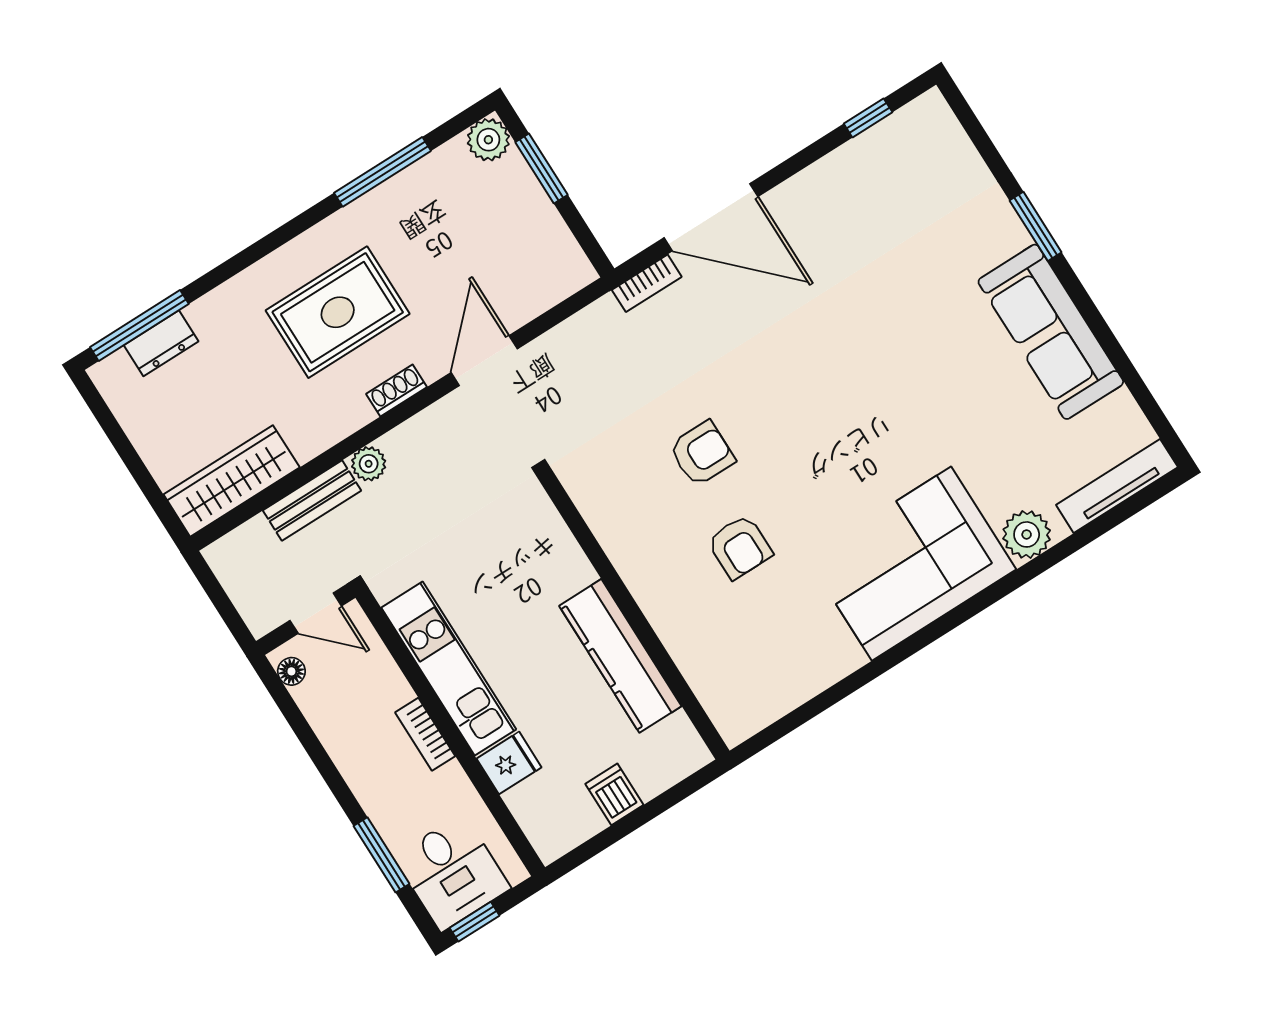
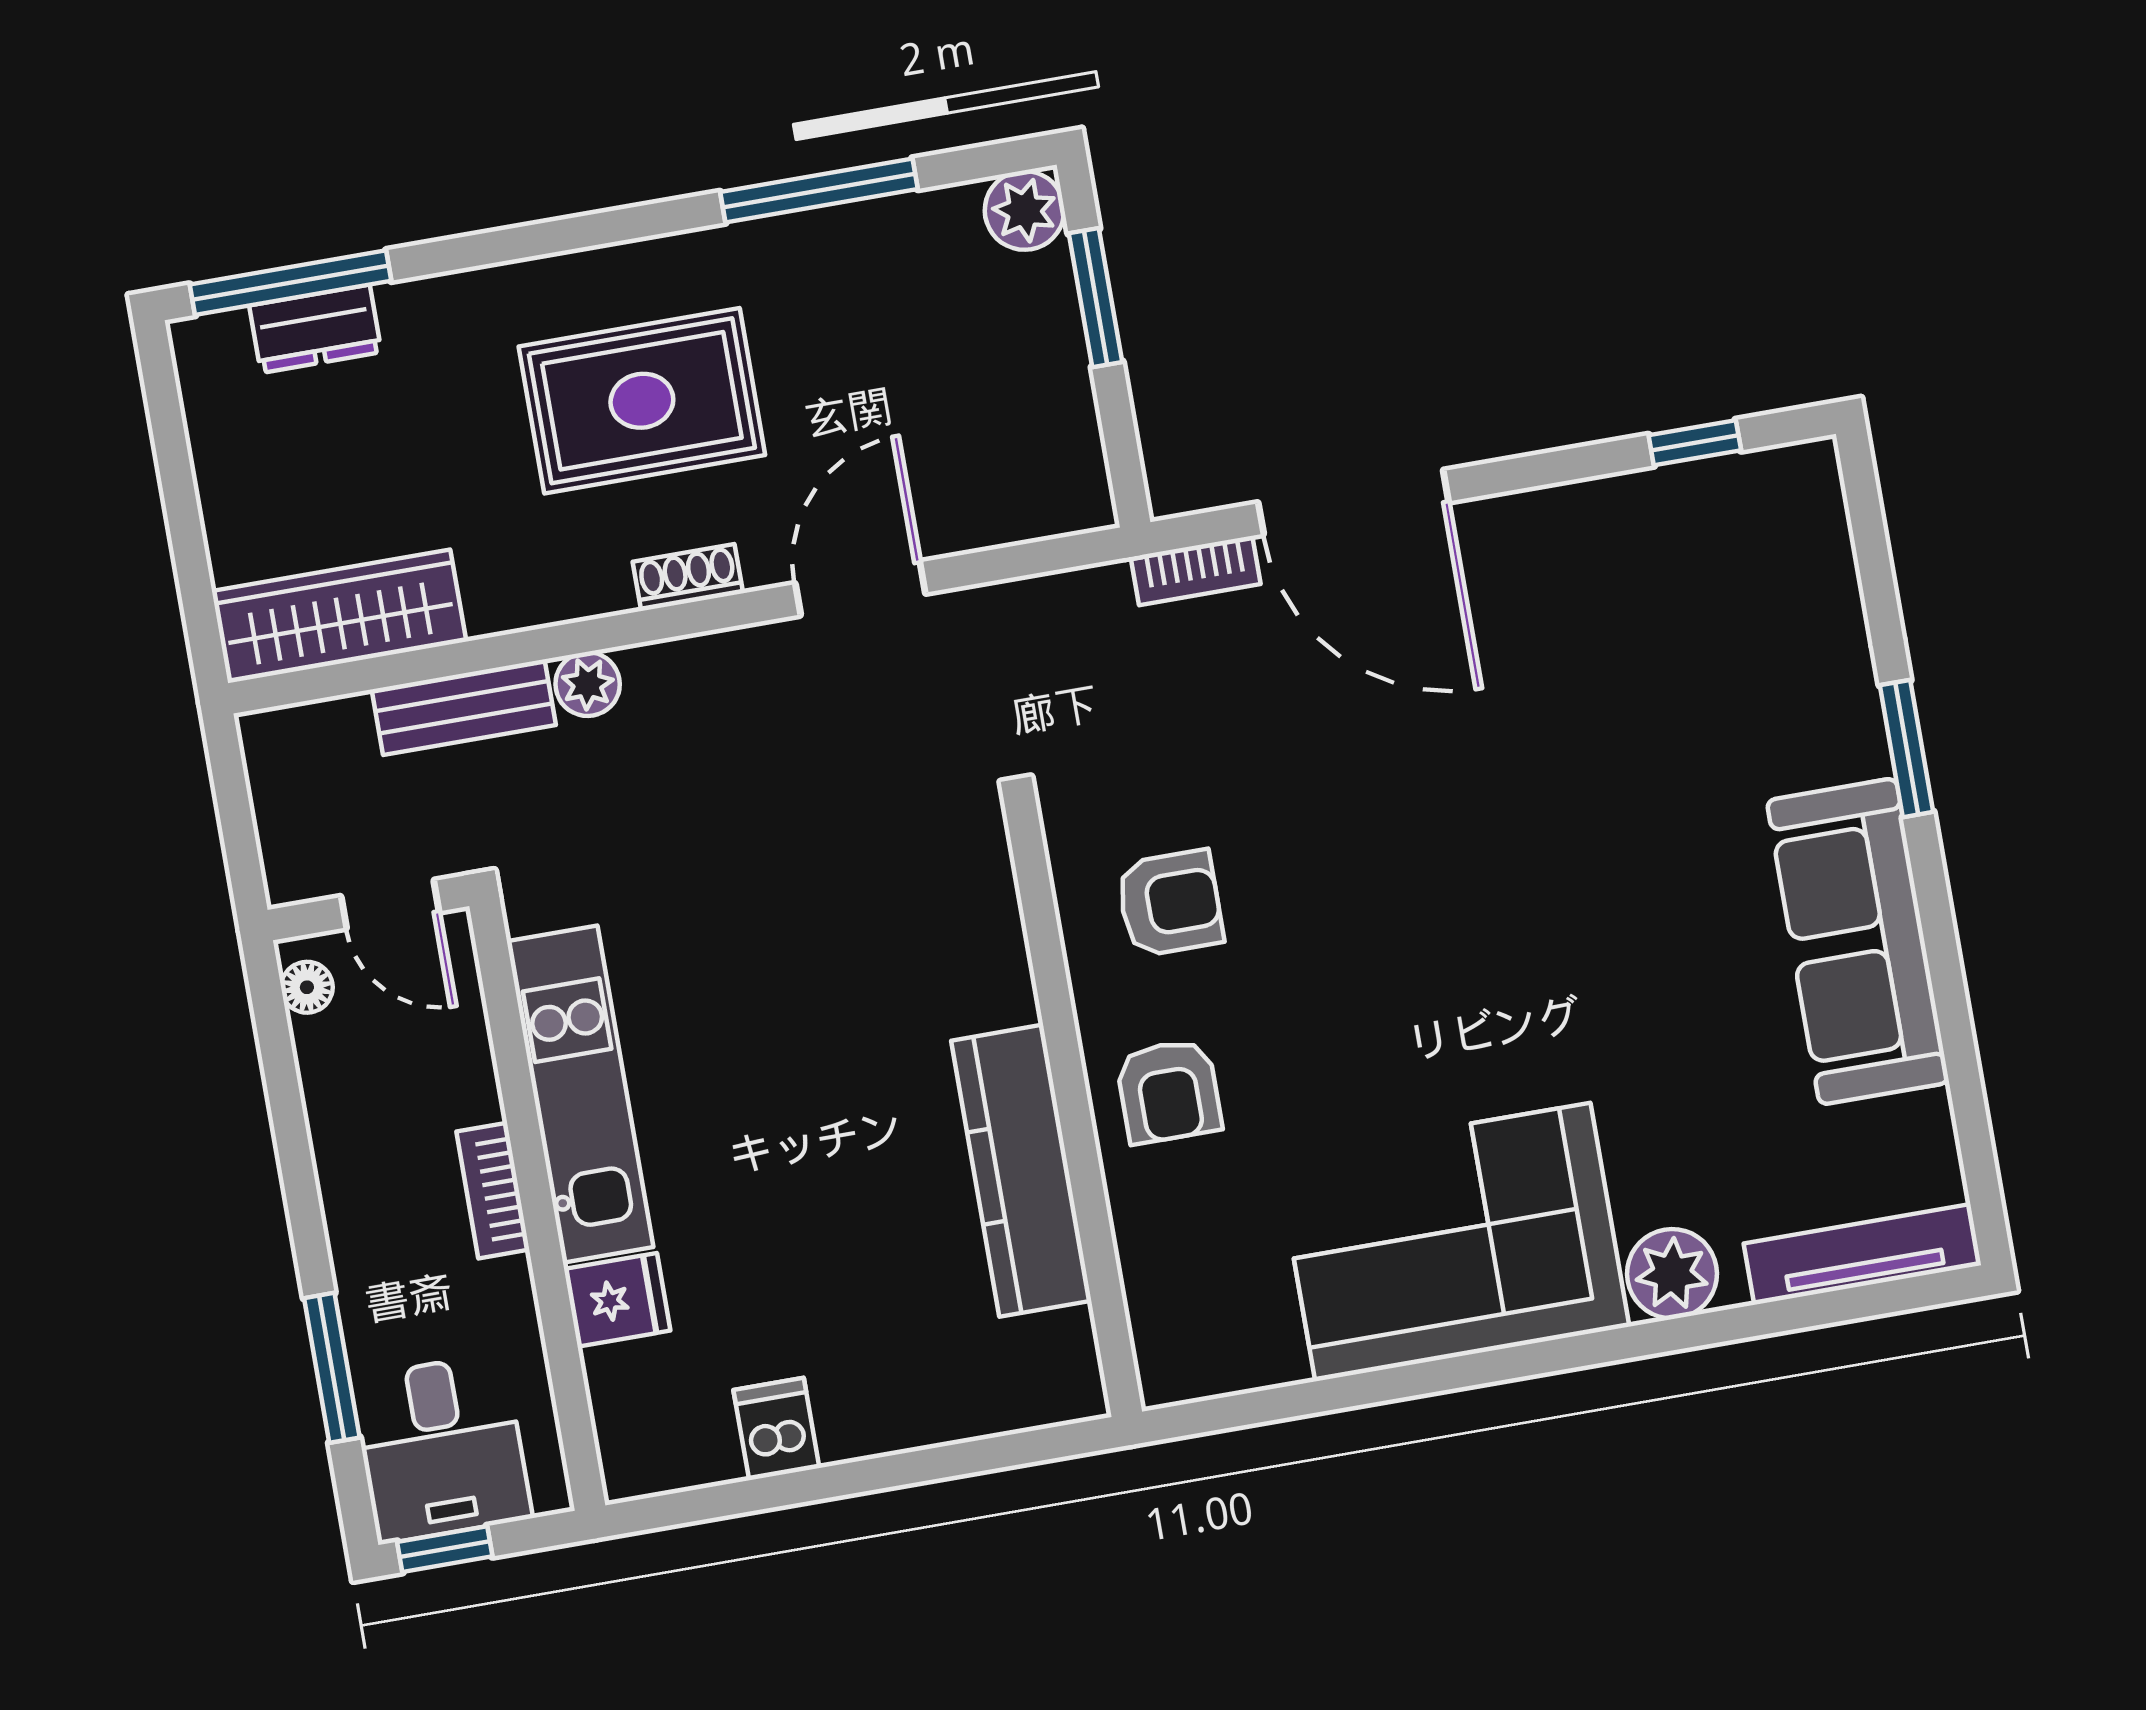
wall: (635, 616) -> (1074, 1112), moved
kitchen counter: (620, 656) -> (1021, 1171), moved

